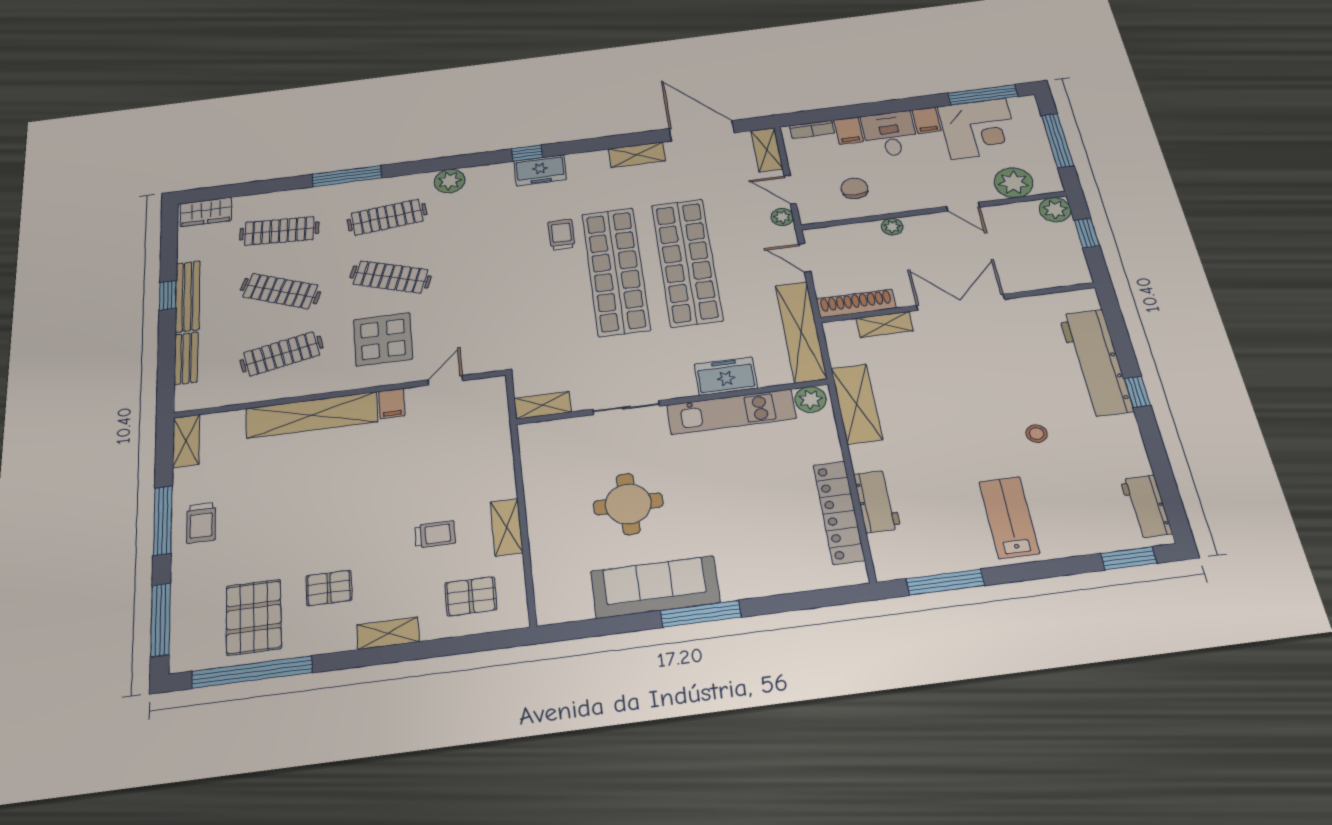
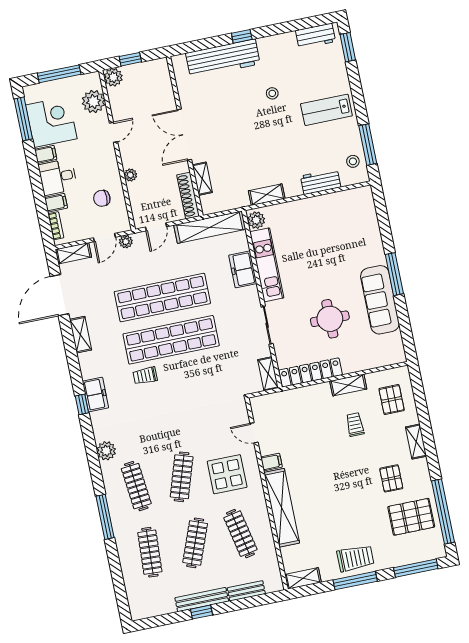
wardrobe: (206, 212) -> (137, 602), removed
shelving: (857, 404) -> (267, 195), width x0.67, depth x0.75
locker: (839, 512) -> (311, 372), moved, turned 180
trolley: (201, 523) -> (355, 558), width x1.36, depth x1.39
stool: (914, 556) -> (353, 161), added

